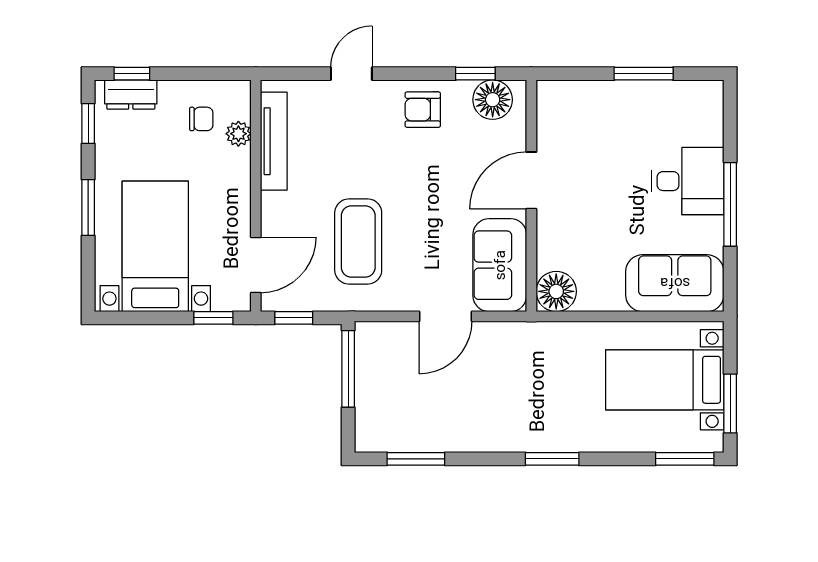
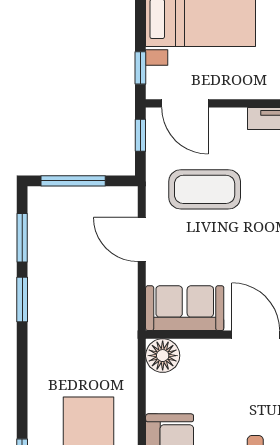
door: (446, 316) -> (142, 240), moved
window: (348, 369) -> (73, 181), moved
window: (552, 459) -> (22, 300), moved

